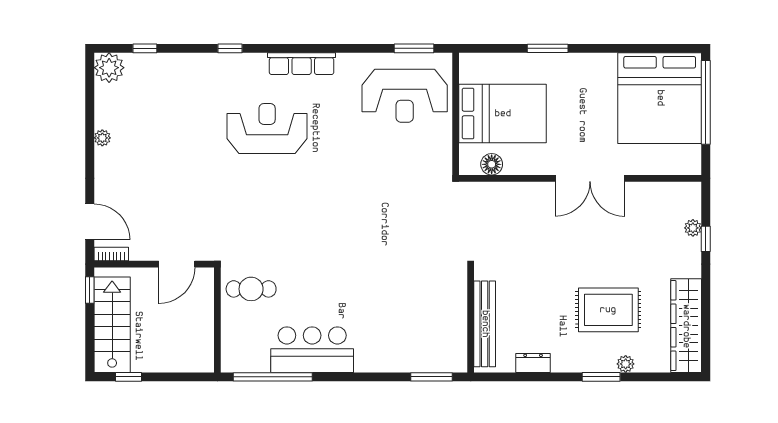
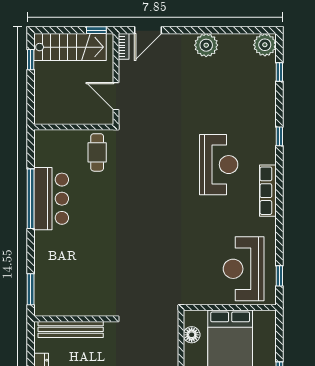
window: (414, 48) -> (279, 276), width x0.67
plant: (102, 138) -> (206, 45), width x1.88, depth x1.88
window: (273, 377) -> (31, 199), moved

